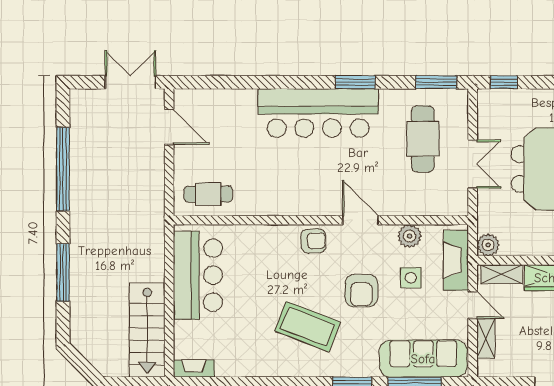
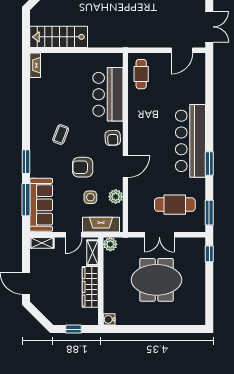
bar counter: (198, 275) -> (108, 94), moved, turned 90
coffee table: (308, 327) -> (61, 134), width x0.54, depth x0.58
shelving: (486, 338) -> (42, 243), moved

